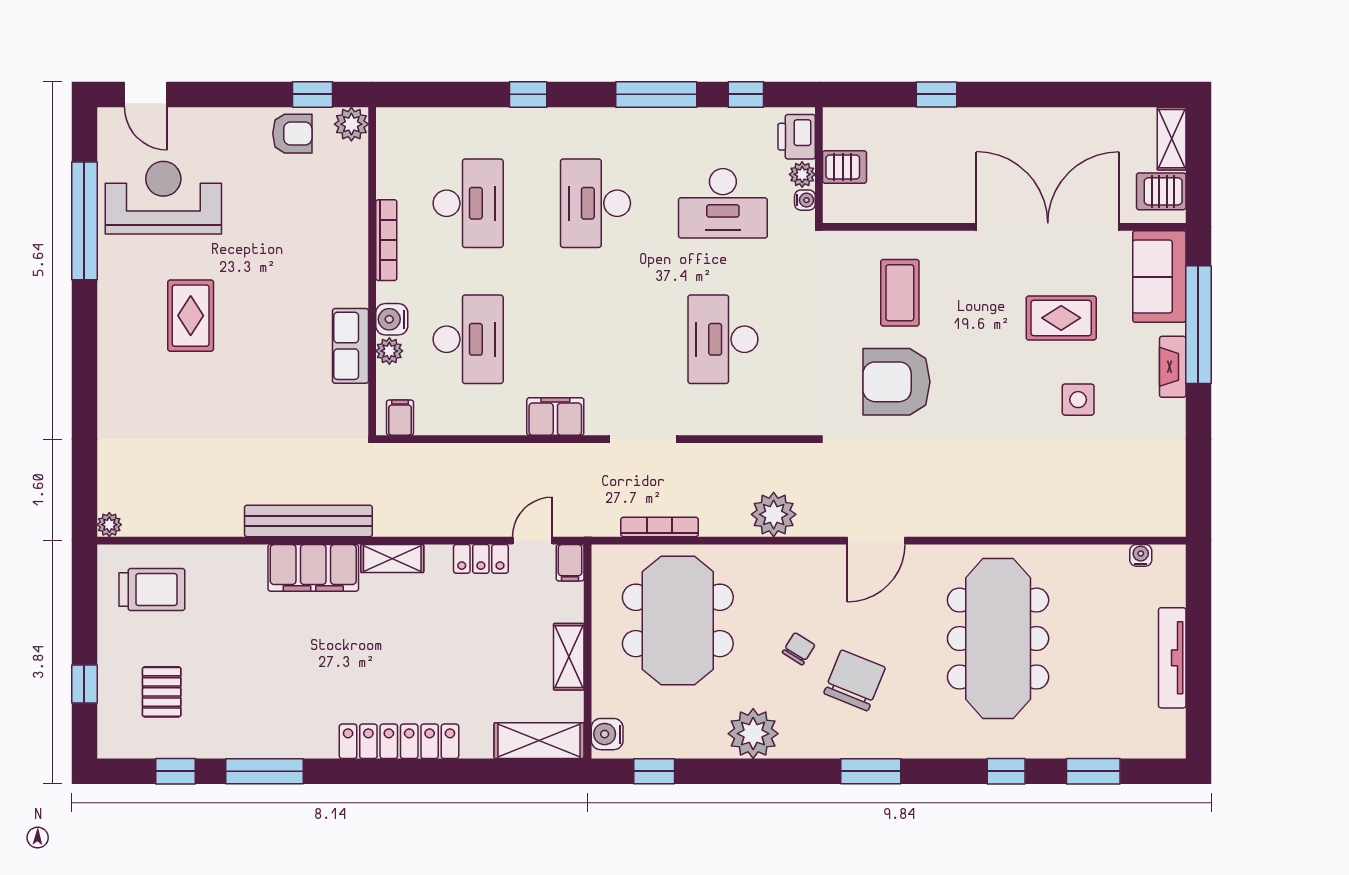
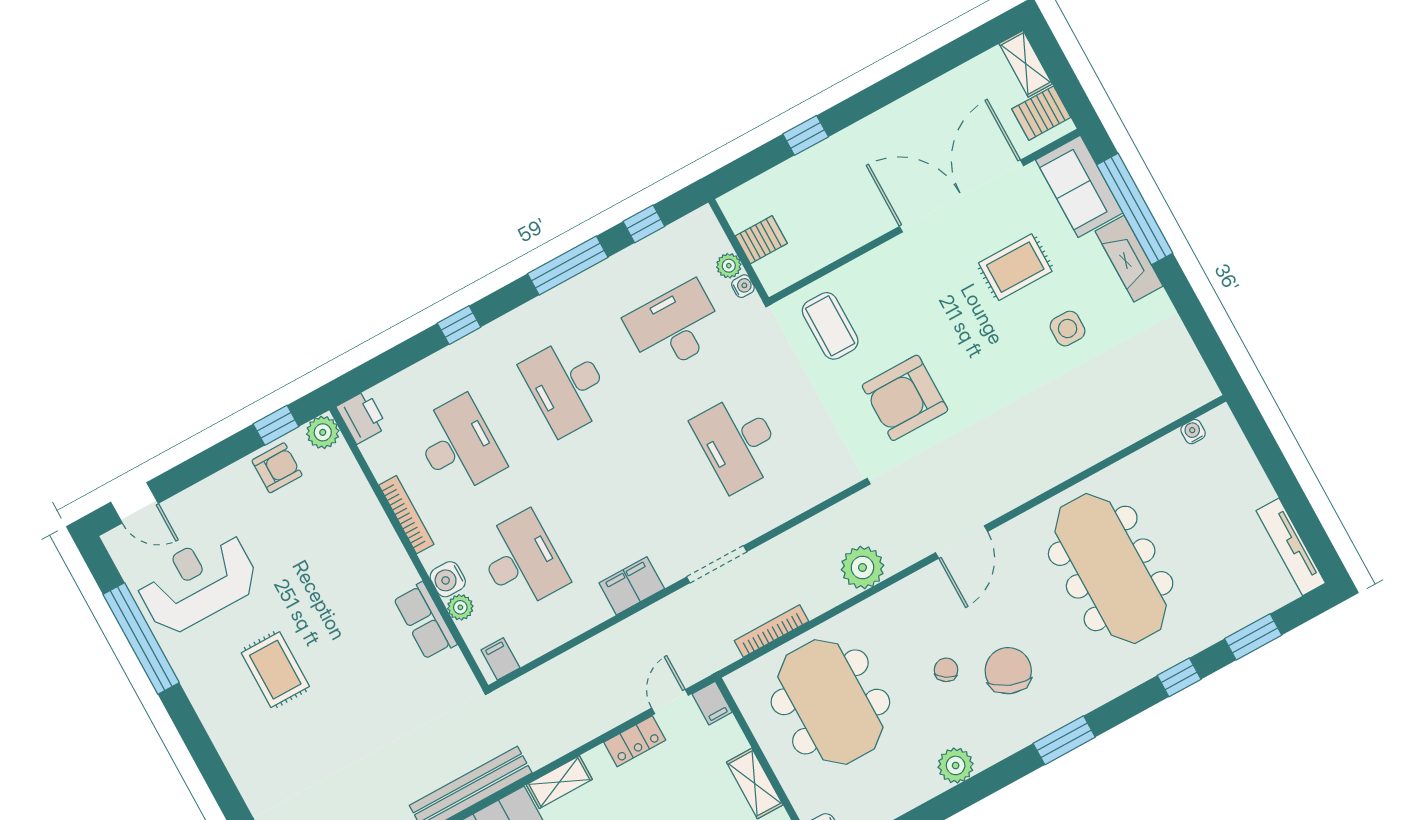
printer: (797, 137) -> (362, 417), moved, turned 180
desk: (723, 203) -> (675, 327), turned 180
coffee table: (900, 293) -> (830, 326), moved
fireplace: (1173, 367) -> (1129, 259), width x1.37, depth x1.32
tv unit: (1172, 658) -> (1291, 547), moved
plant: (753, 734) -> (956, 765), width x0.73, depth x0.73

